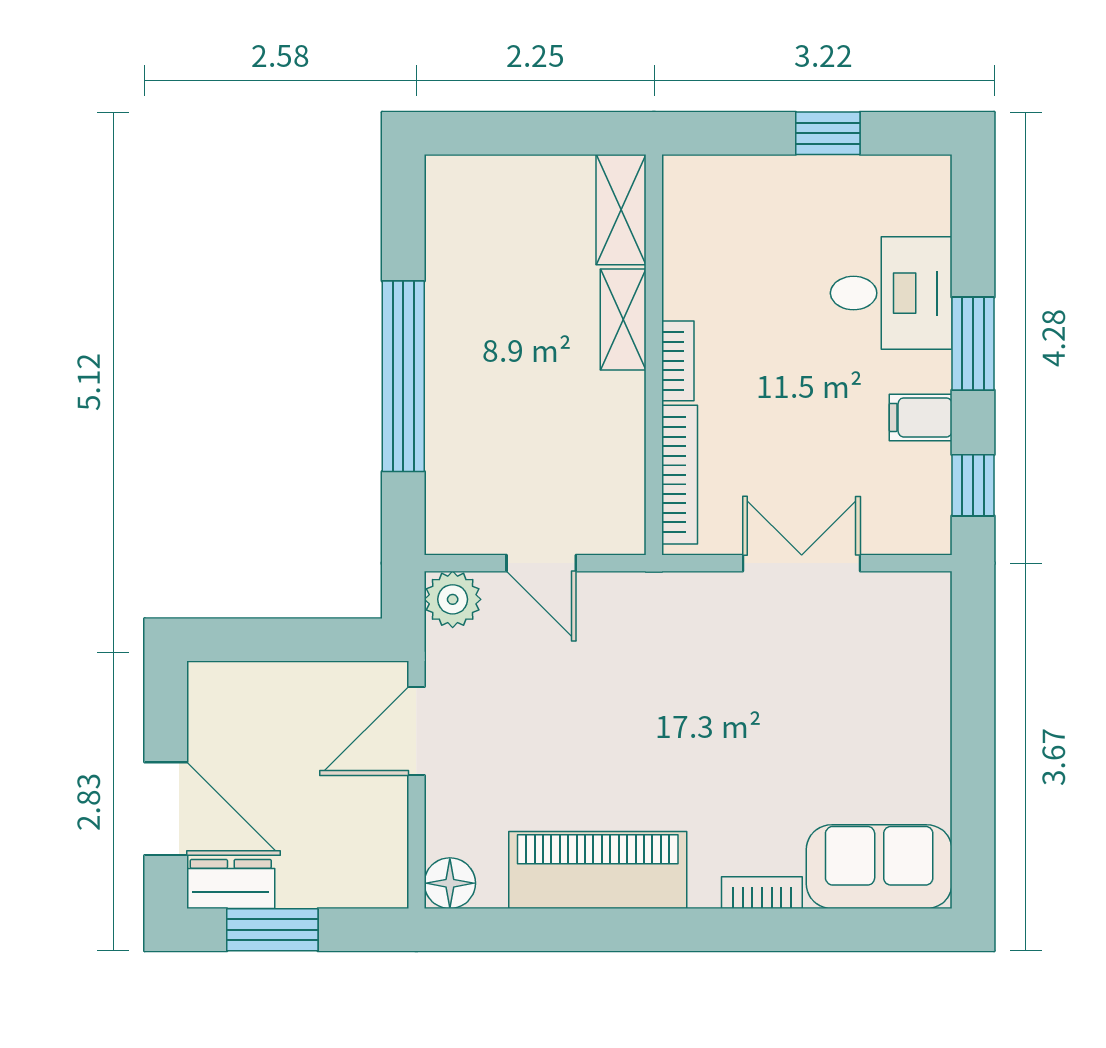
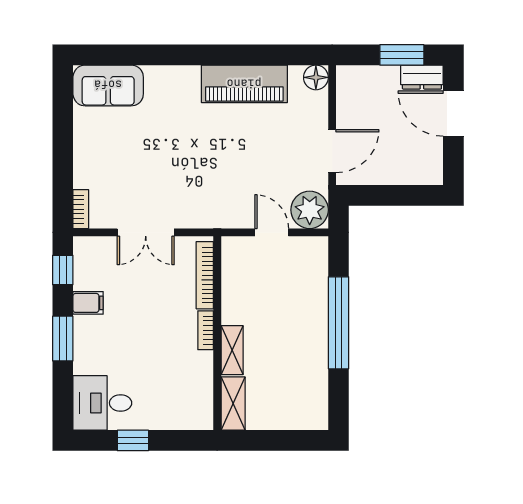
desk: (891, 293) -> (102, 403), moved
plant: (453, 599) -> (310, 210), width x1.36, depth x1.36
bookcase: (762, 893) -> (81, 209), moved, turned -90

